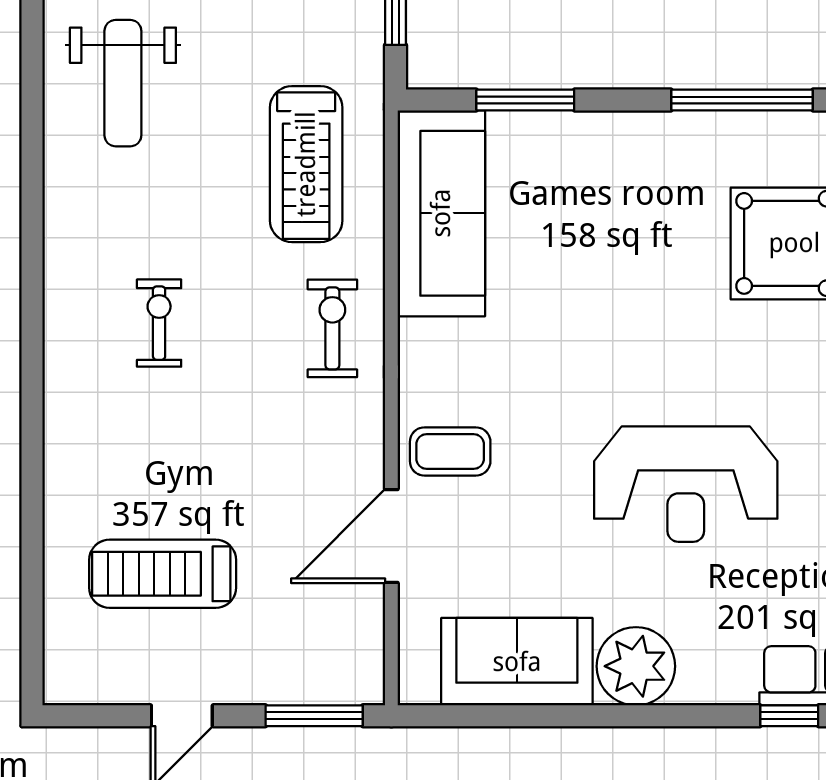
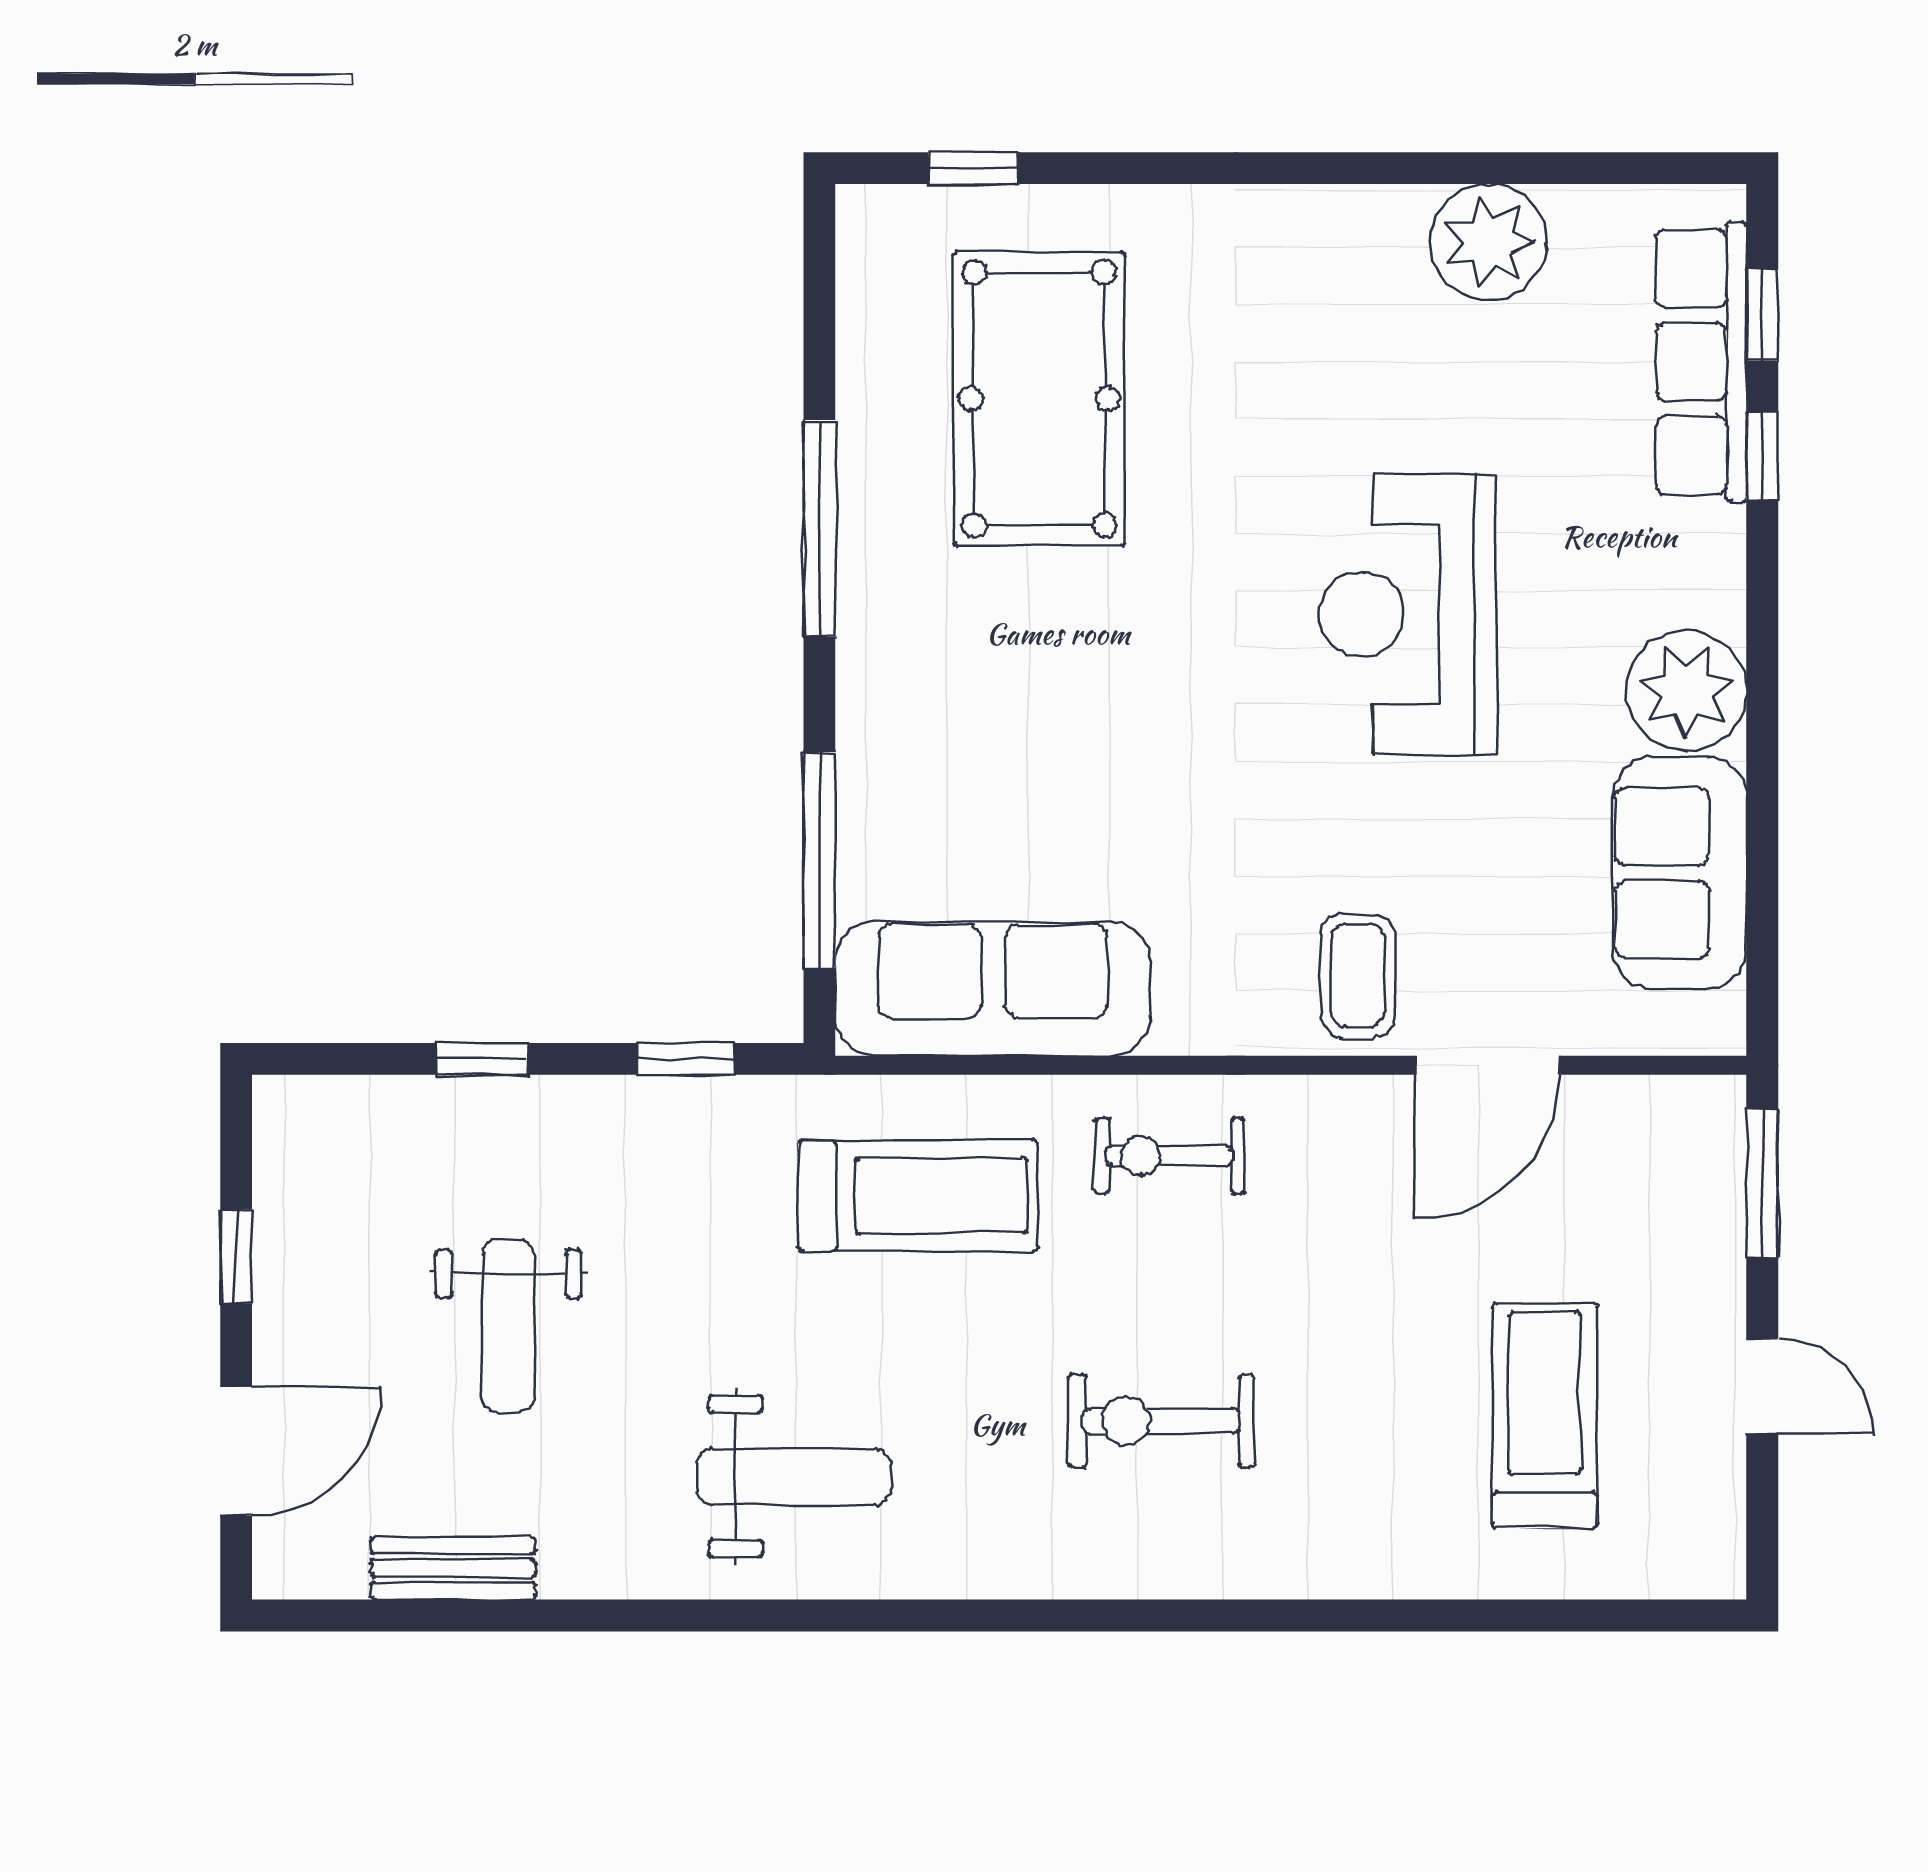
window: (525, 100) -> (819, 860), width x1.44
exercise bike: (159, 323) -> (1161, 1421), width x1.38, depth x1.39
reception desk: (686, 484) -> (1408, 614), turned 180
door: (391, 536) -> (1487, 1065), hinge flipped
treadmill: (163, 574) -> (1545, 1416), turned 180

